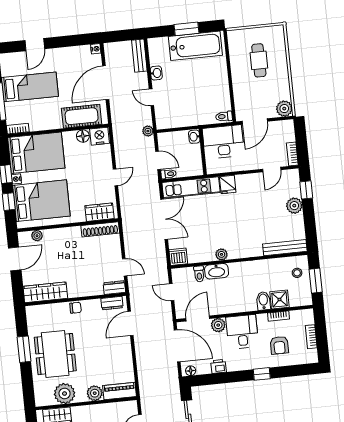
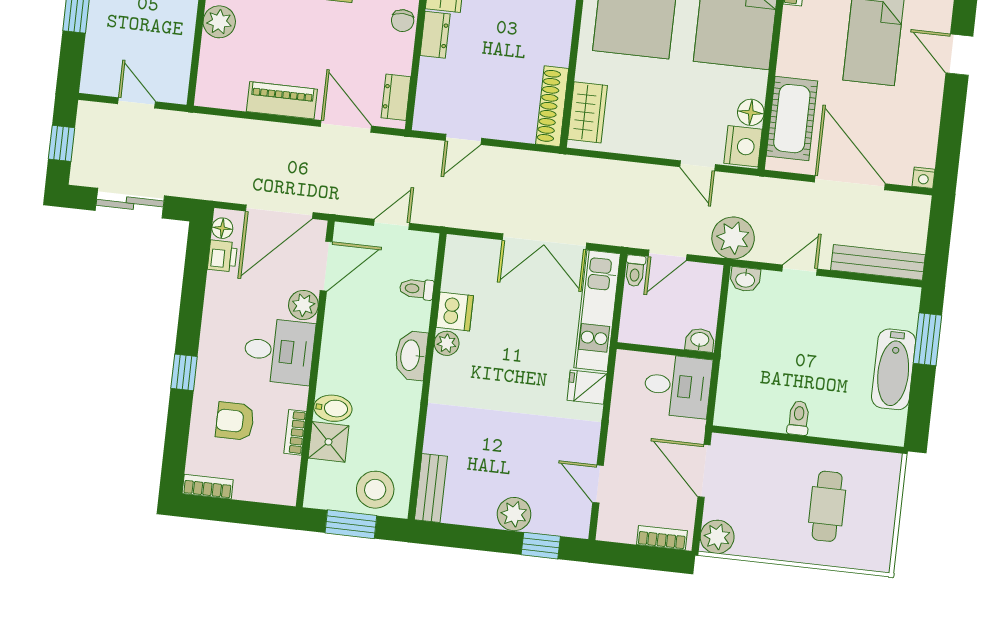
window: (187, 29) -> (927, 339), moved
bathtub: (195, 46) -> (894, 369), width x0.73, depth x0.73
bench: (139, 56) -> (878, 262), width x1.36
cafe table: (259, 60) -> (827, 506), turned 90
washbasin: (156, 73) -> (745, 279), moved
toilet: (224, 116) -> (799, 418), moved
plant: (148, 131) -> (733, 238), width x1.88, depth x1.88
desk: (223, 142) -> (678, 386), width x0.73
bookcase: (292, 154) -> (662, 538), moved
door: (115, 177) -> (697, 166), moved
bench: (285, 248) -> (431, 488), width x0.73
dishwasher: (178, 257) -> (455, 311), moved
washbasin: (217, 271) -> (411, 355), moved
stool: (297, 273) -> (375, 490), width x1.89, depth x1.89
dresser: (114, 287) -> (435, 35), moved
door: (198, 318) -> (326, 266), hinge flipped
bookcase: (311, 337) -> (208, 487), moved
printer: (218, 366) -> (222, 256), moved
piano: (120, 391) -> (282, 100), moved, turned -90

